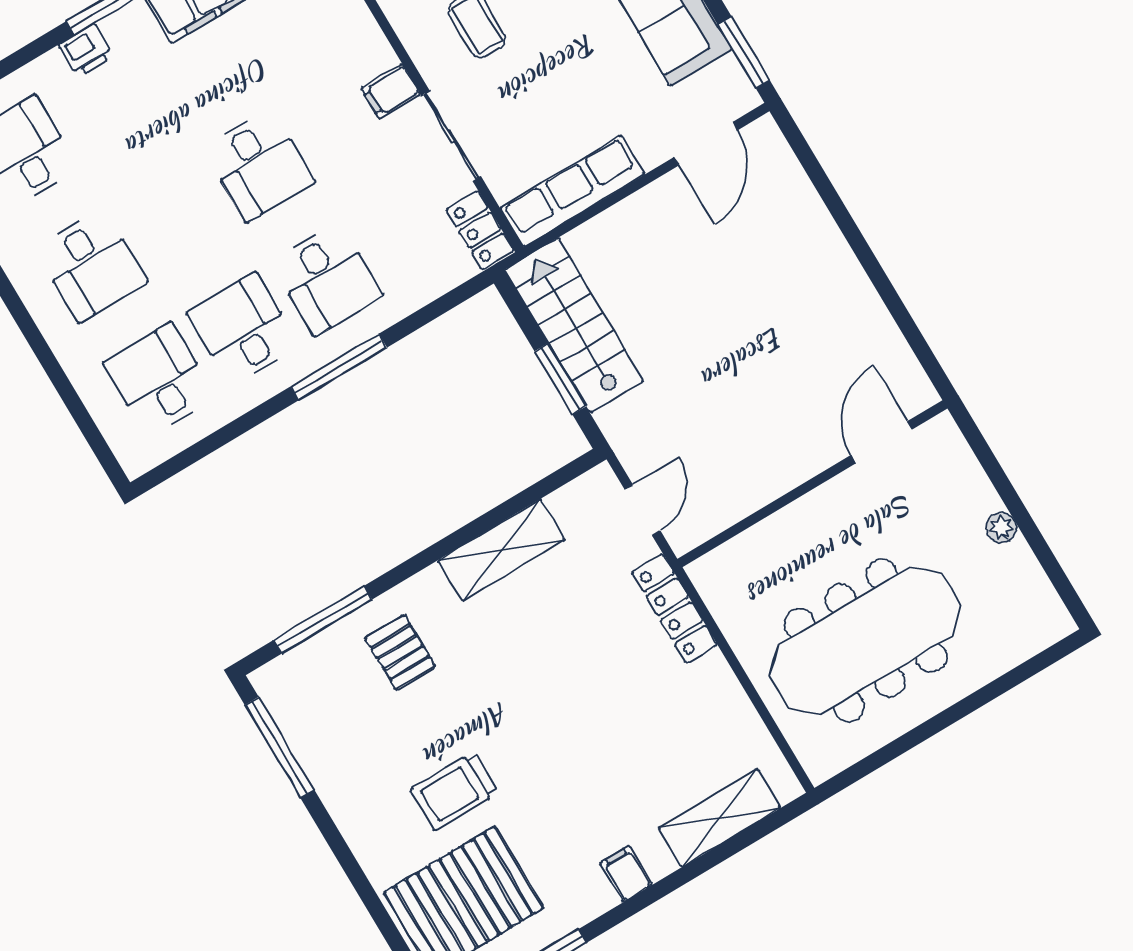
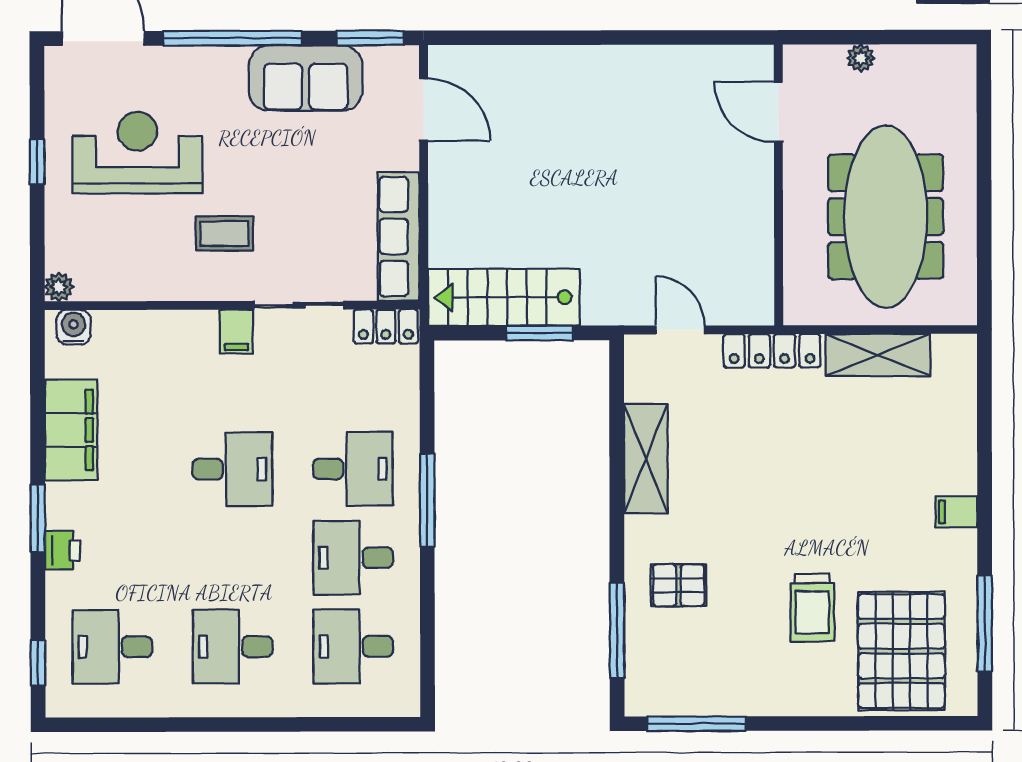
desk: (91, 266) -> (233, 647), turned 180
door: (882, 442) -> (778, 112), moved
wall: (812, 484) -> (778, 185), moved
shelving: (719, 818) -> (878, 355), moved, turned 90

